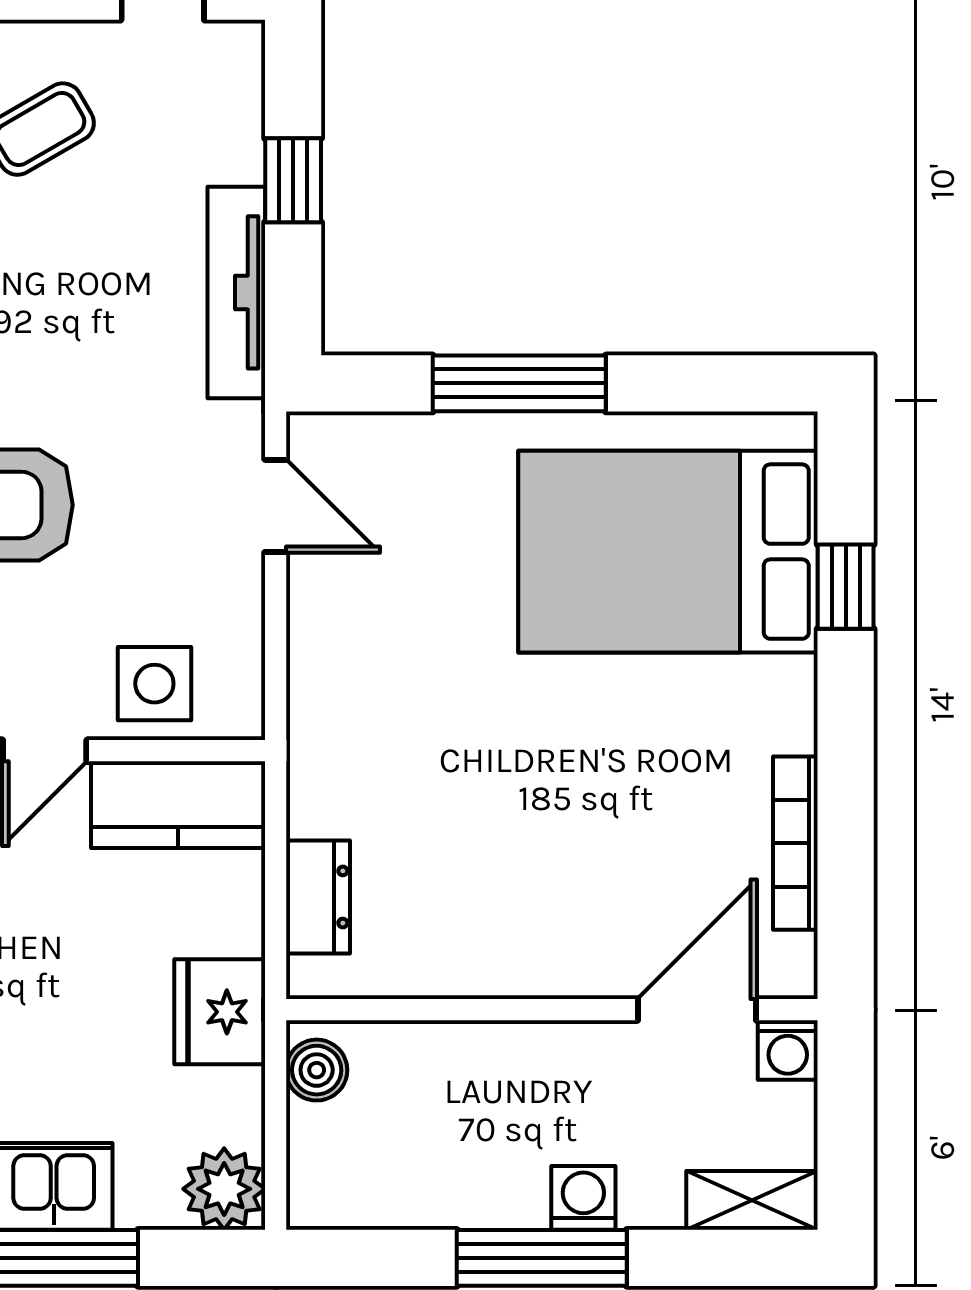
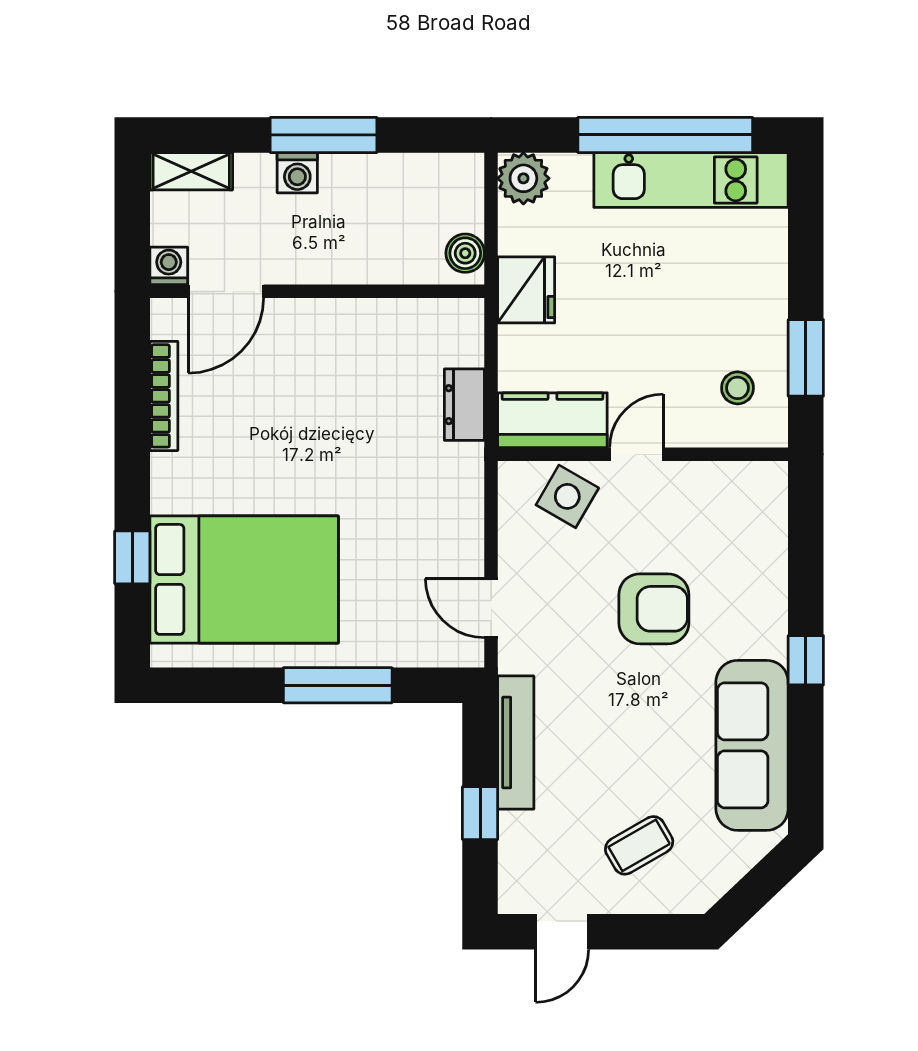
side table: (154, 684) -> (567, 496), turned 30
dresser: (318, 897) -> (464, 405), moved

